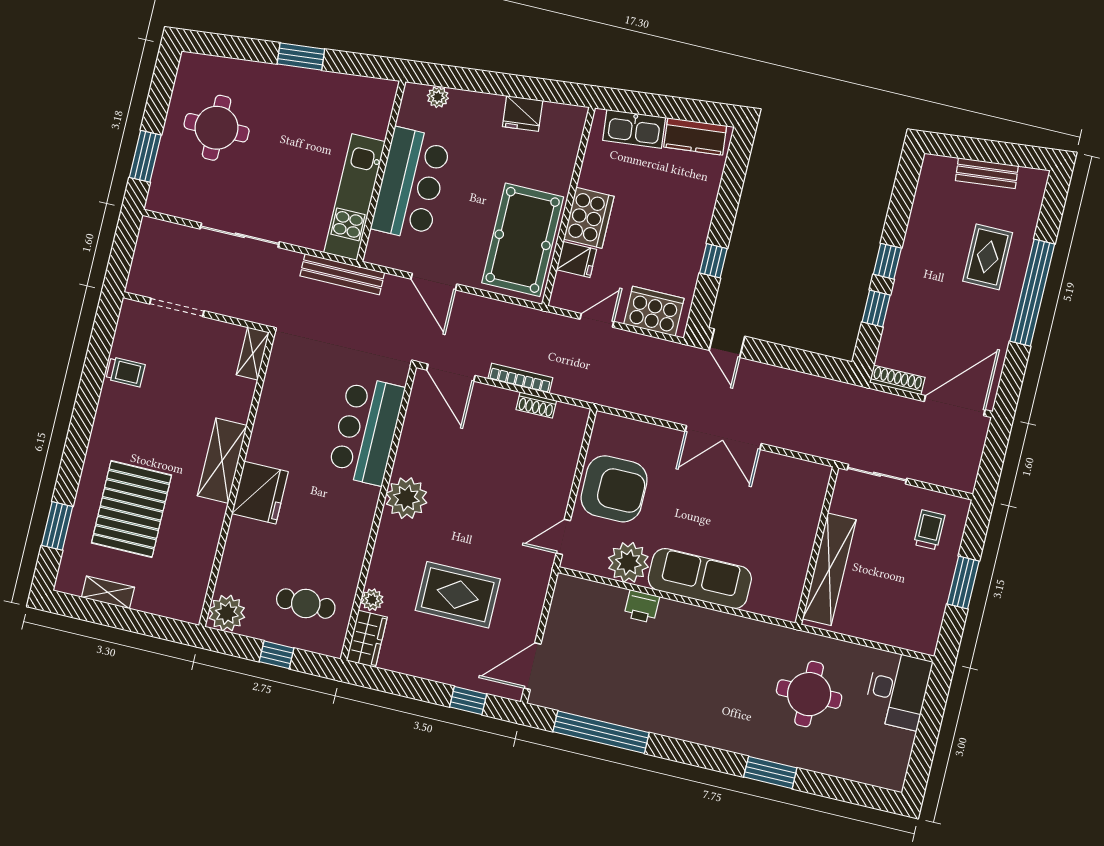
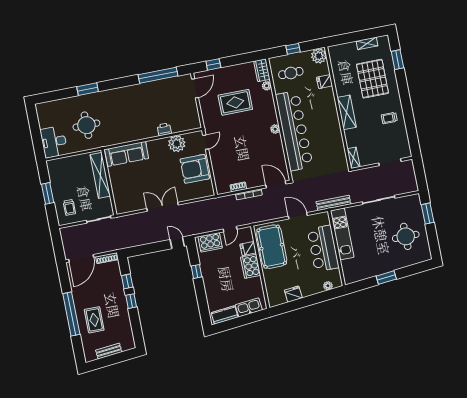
trolley: (126, 372) -> (389, 118), moved
bar counter: (366, 431) -> (294, 131), width x1.86
fridge: (260, 493) -> (325, 82), moved, width x0.53, depth x0.75
plant: (406, 498) -> (275, 129), width x0.53, depth x0.53
sofa: (700, 579) -> (127, 154), moved

